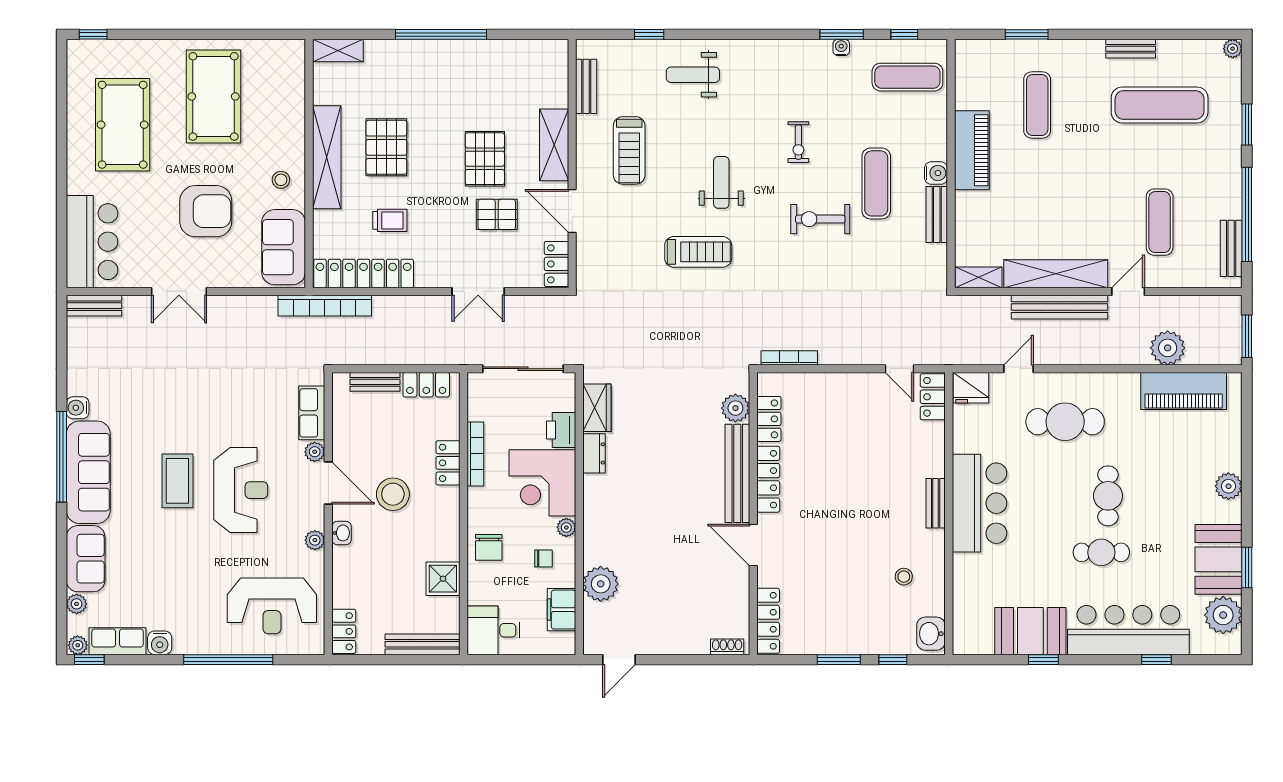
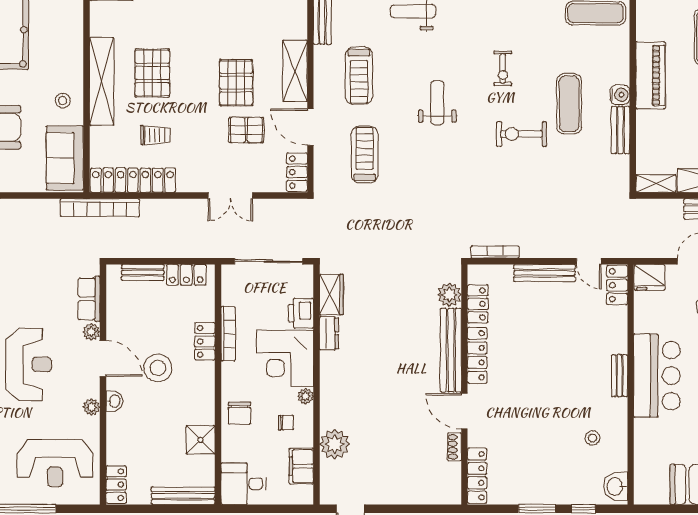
treadmill: (698, 252) -> (365, 155), moved, turned -90
bench: (848, 382) -> (545, 273), added
shoe rack: (727, 647) -> (454, 447), moved, turned -90

